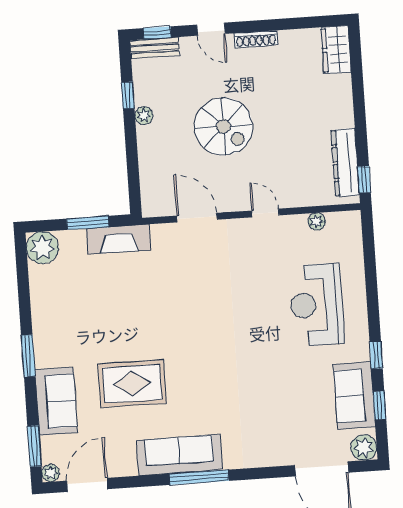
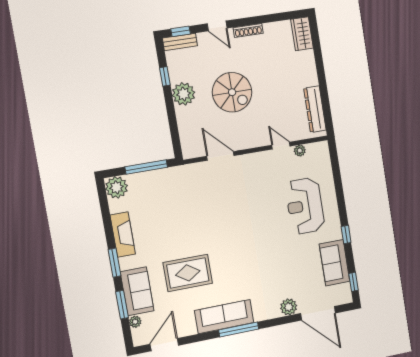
plant: (144, 116) -> (184, 94), width x1.87, depth x1.87
window: (364, 179) -> (328, 119), removed
door: (265, 213) -> (281, 146), moved
window: (88, 223) -> (146, 167), width x1.44
fireplace: (119, 239) -> (123, 235), moved, turned -90
window: (380, 405) -> (353, 282), moved
window: (34, 446) -> (122, 305), moved
plant: (364, 448) -> (289, 307), moved
plant: (51, 473) -> (135, 322), moved

